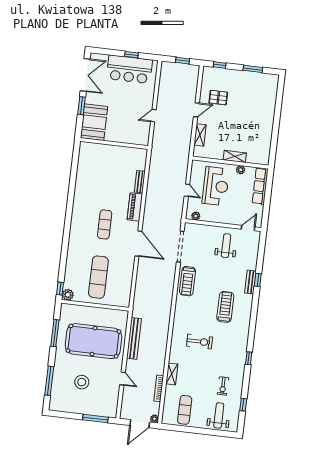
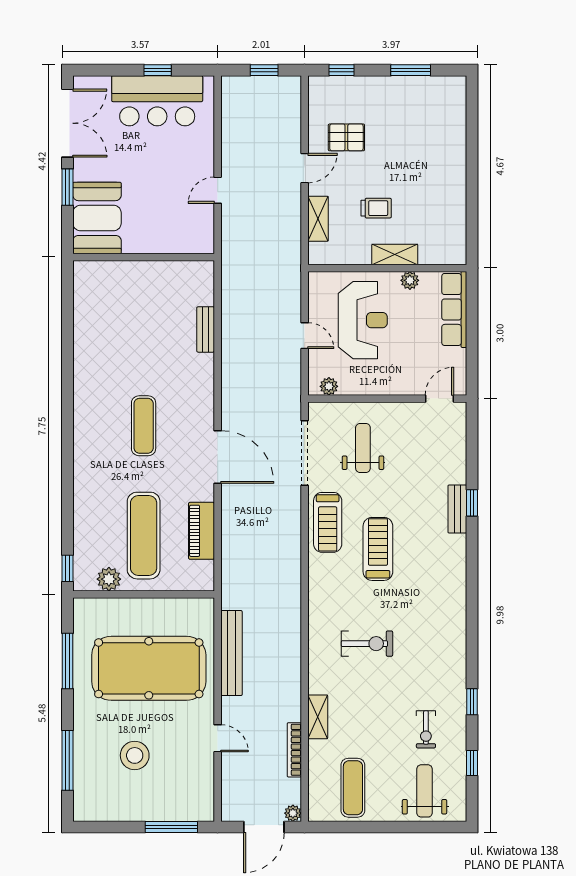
trolley: (228, 133) -> (376, 208), added
piano: (135, 207) -> (201, 531), moved
weight bench: (226, 246) -> (363, 448), moved
plant: (68, 295) -> (109, 579), moved
treadmill: (225, 307) -> (378, 549), moved
window: (249, 358) -> (472, 702), moved

